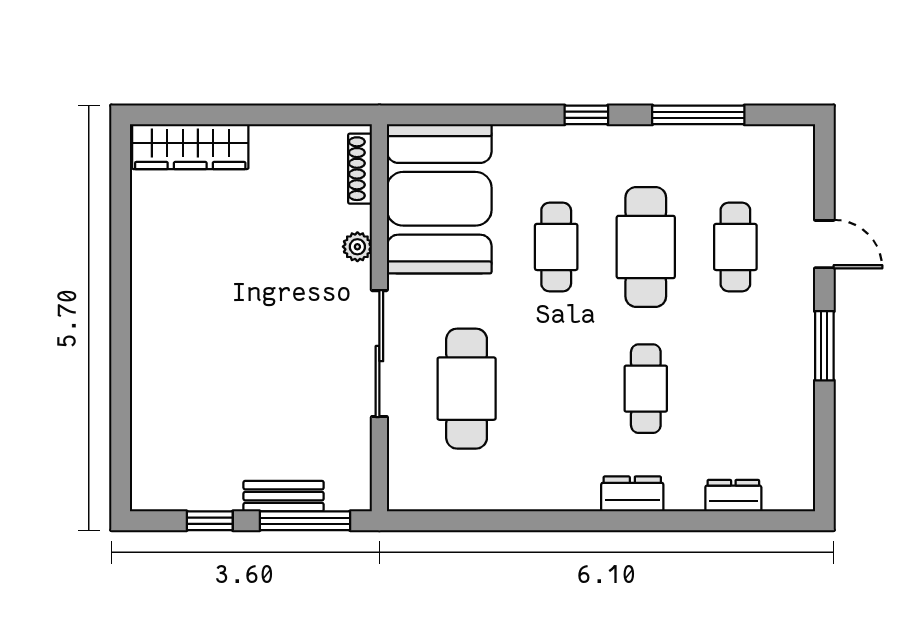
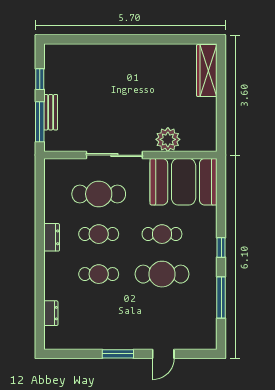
shoe rack: (360, 169) -> (197, 146), removed
plant: (357, 247) -> (168, 139), width x1.88, depth x1.88
cafe table: (735, 247) -> (99, 234), moved
dresser: (632, 494) -> (52, 237), moved

